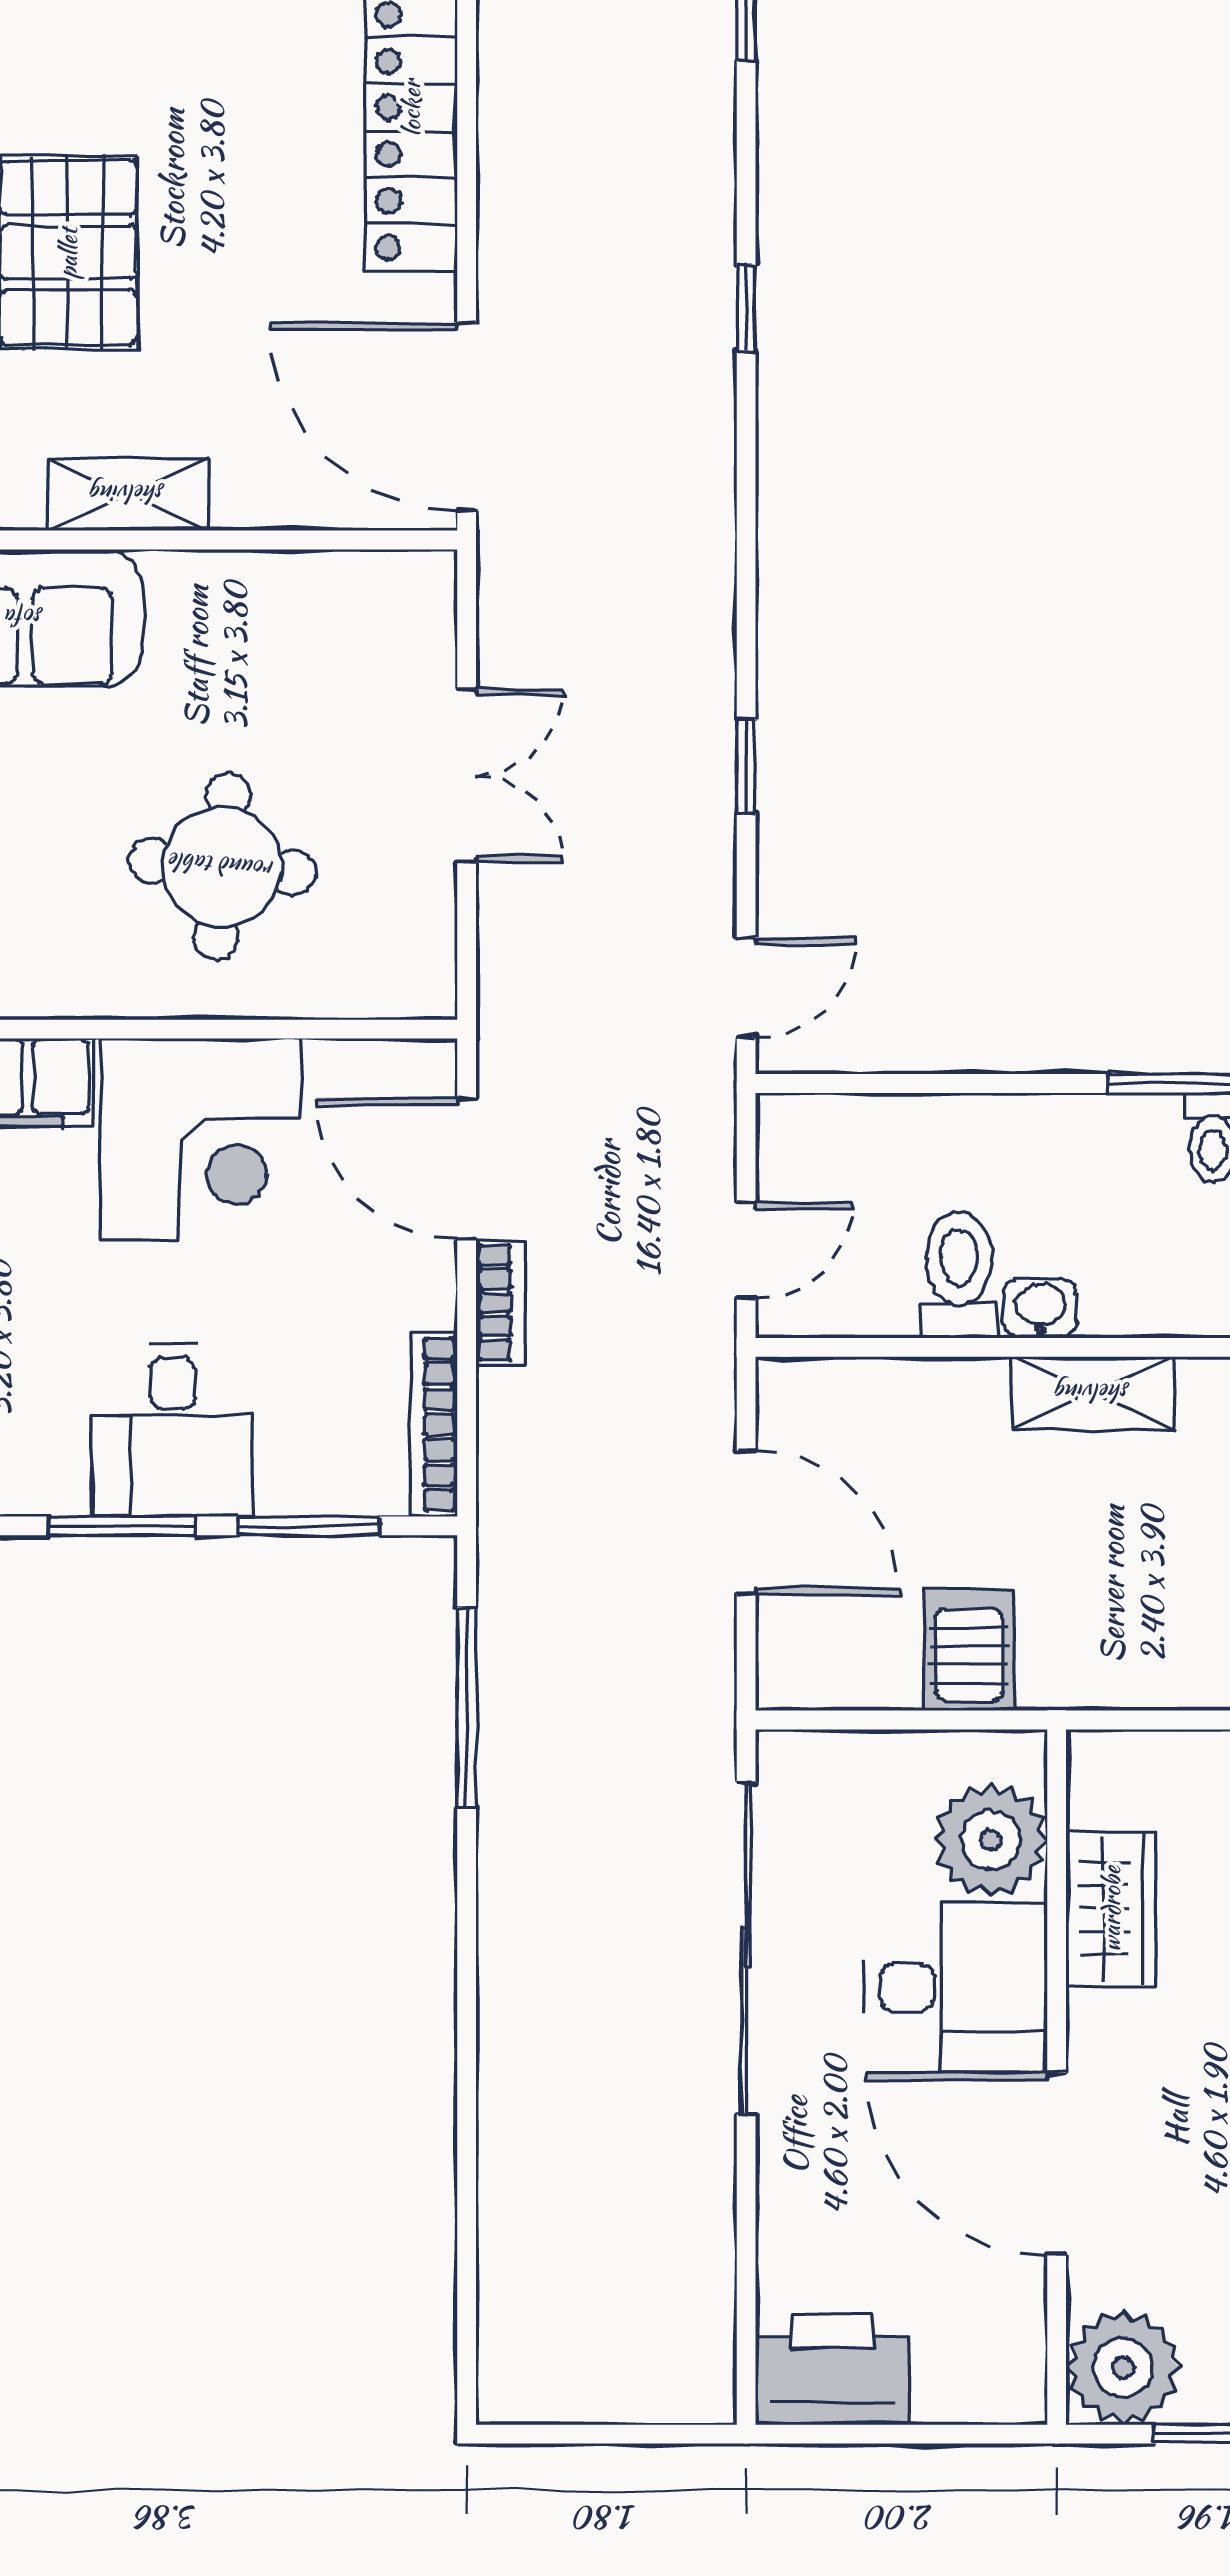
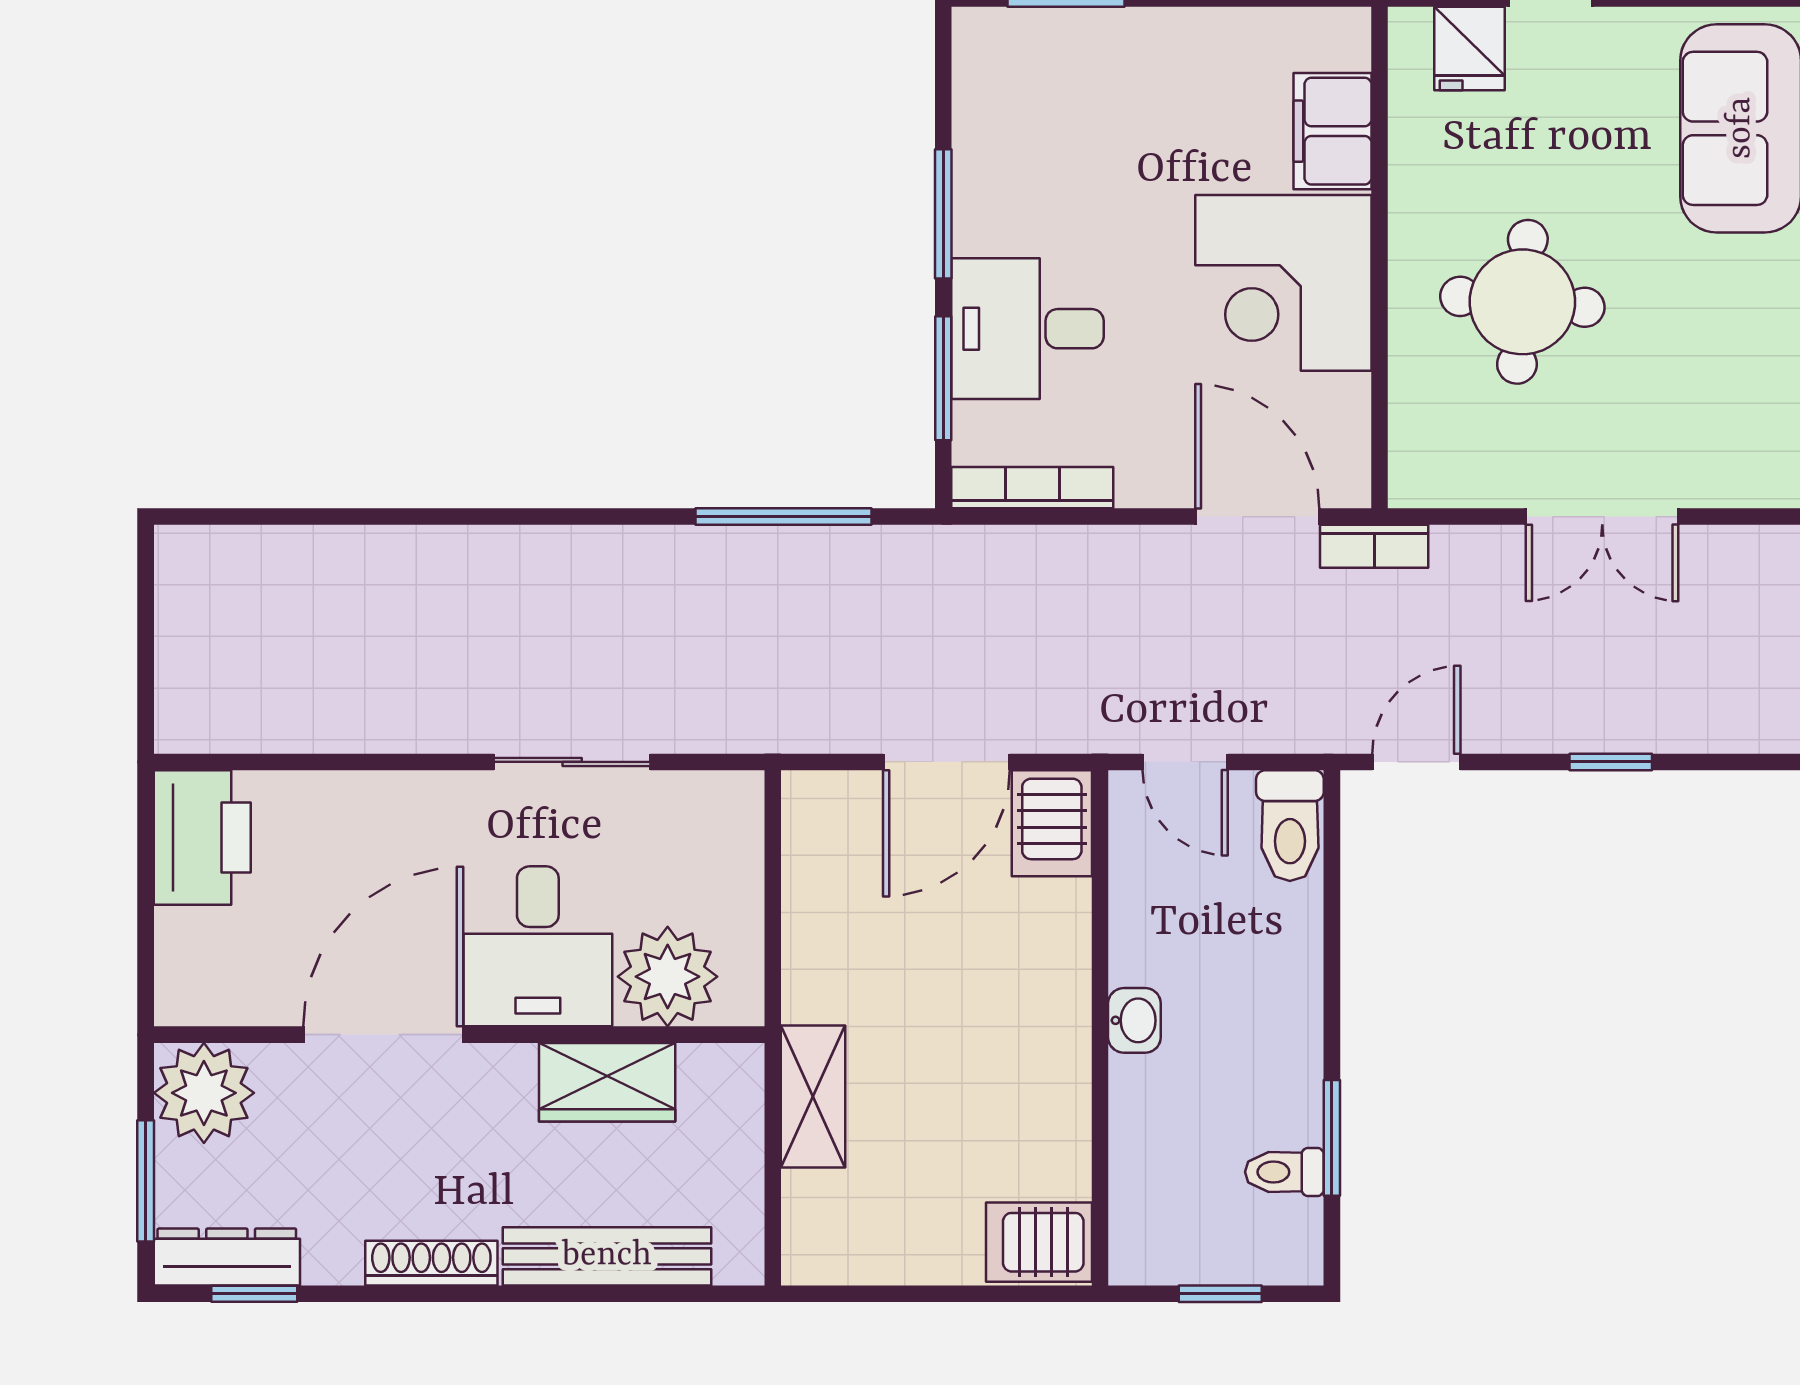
door: (746, 987) -> (1416, 762), swing flipped
door: (467, 1168) -> (1257, 517), hinge flipped
toilet: (959, 1275) -> (1290, 826), moved, turned 90
bookcase: (501, 1303) -> (1374, 546), moved
shelving: (1093, 1393) -> (813, 1097), moved
desk: (173, 1430) -> (1027, 329), moved
server rack: (969, 1650) -> (1052, 823), moved, turned 90
sliding door: (746, 1948) -> (572, 762), width x0.54

